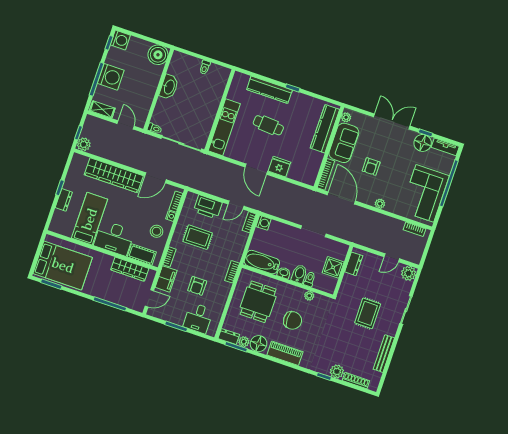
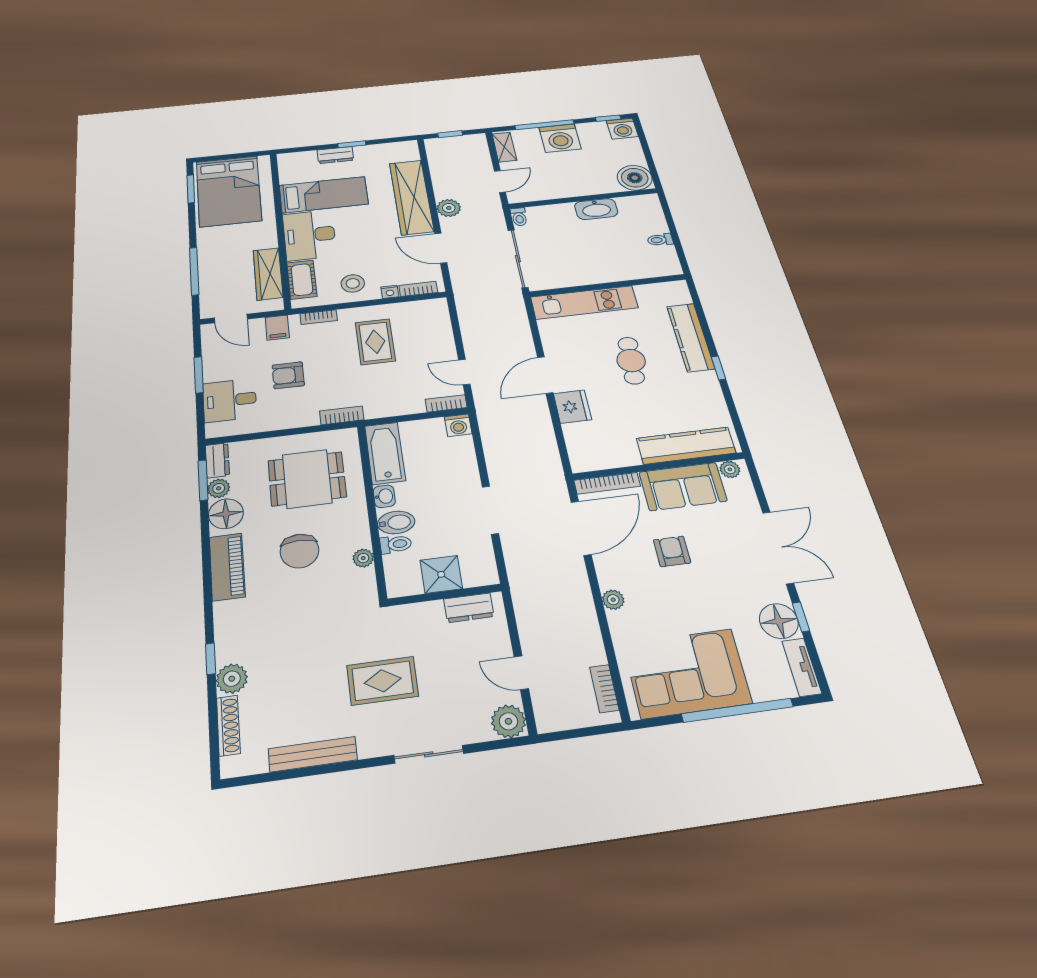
plant: (84, 144) -> (449, 208), moved
armchair: (371, 167) -> (672, 551), turned 90
printer: (208, 207) -> (436, 334), removed
filing cabinet: (166, 279) -> (277, 328), width x0.50

